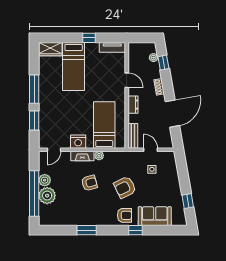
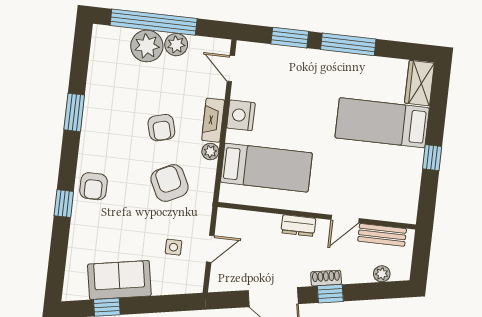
tv unit: (112, 47) -> (409, 199), removed
window: (163, 63) -> (330, 294), moved
bench: (133, 136) -> (382, 235), moved
armchair: (125, 187) -> (169, 183), moved
sofa: (155, 216) -> (119, 280), moved, turned -100

